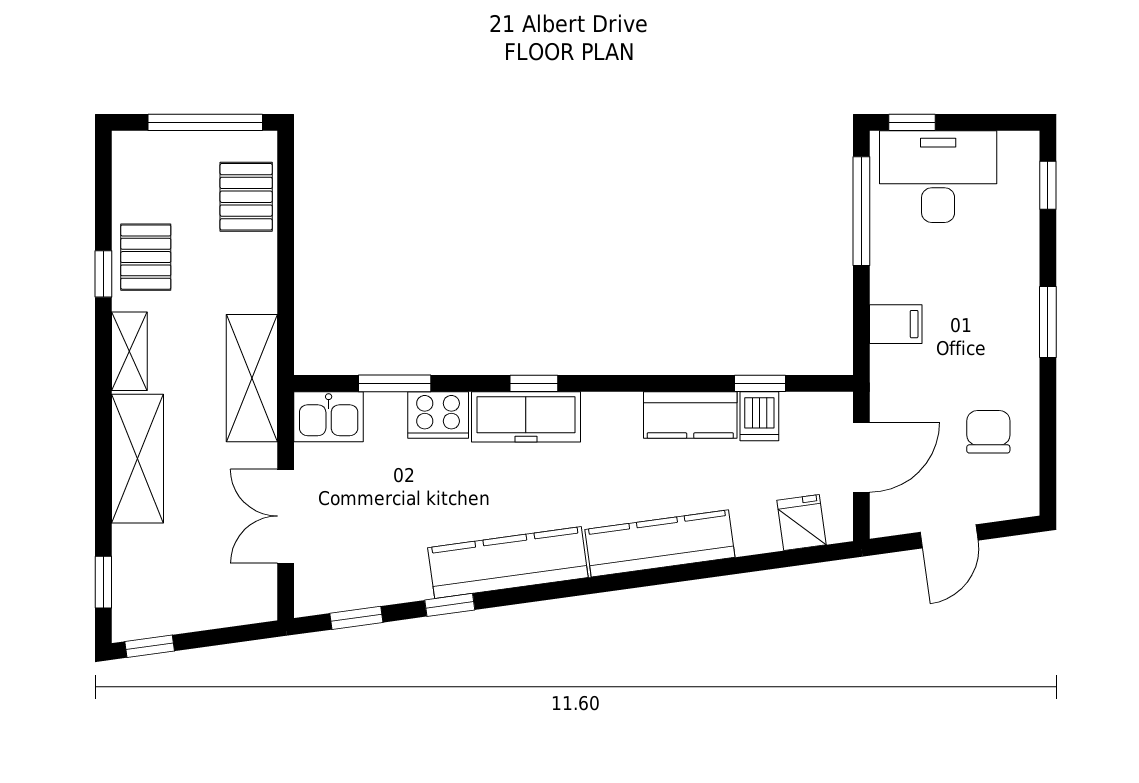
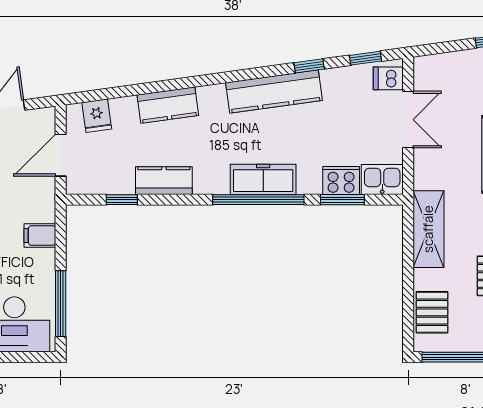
window: (912, 122) -> (30, 357), removed
shelving: (252, 378) -> (428, 229), moved
window: (534, 383) -> (258, 200), width x3.17
cooker: (438, 415) -> (341, 181), moved
dishwasher: (759, 416) -> (388, 78), moved, turned -90
kitchen counter: (660, 543) -> (168, 105), width x0.67

